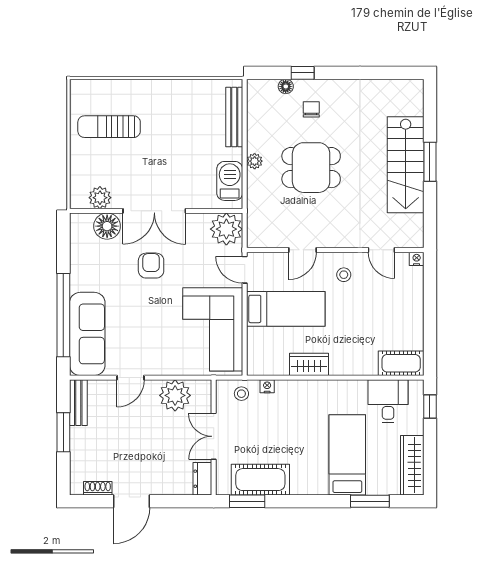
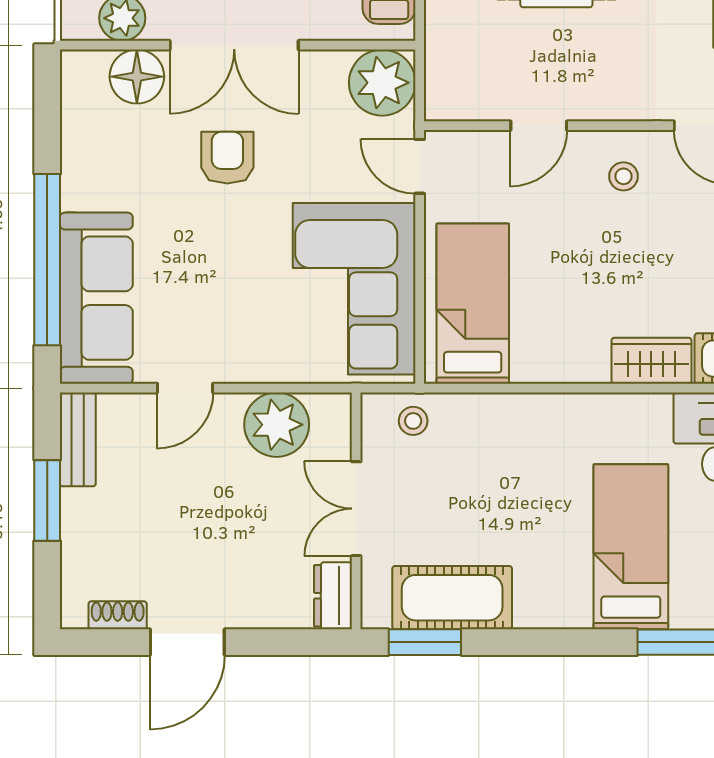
bed: (286, 309) -> (473, 304), moved, turned -90
wardrobe: (309, 364) -> (651, 361), moved
nightstand: (267, 386) -> (466, 406), removed

